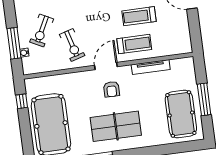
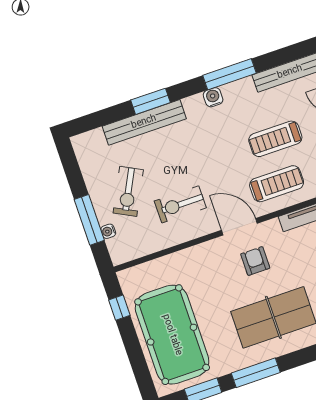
exercise bike: (72, 45) -> (180, 204), turned 106
door: (106, 66) -> (239, 227), hinge flipped
armchair: (111, 89) -> (255, 261), turned 180

